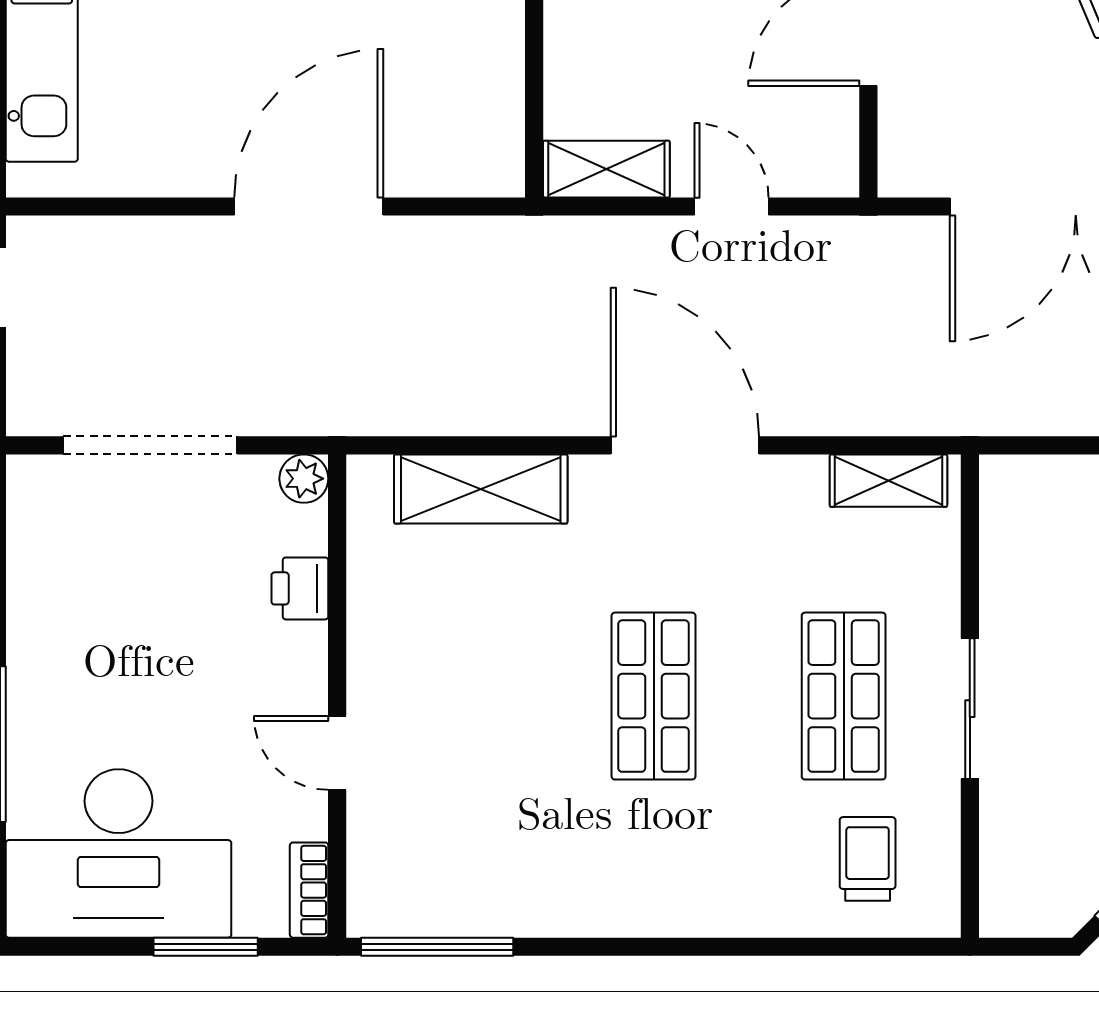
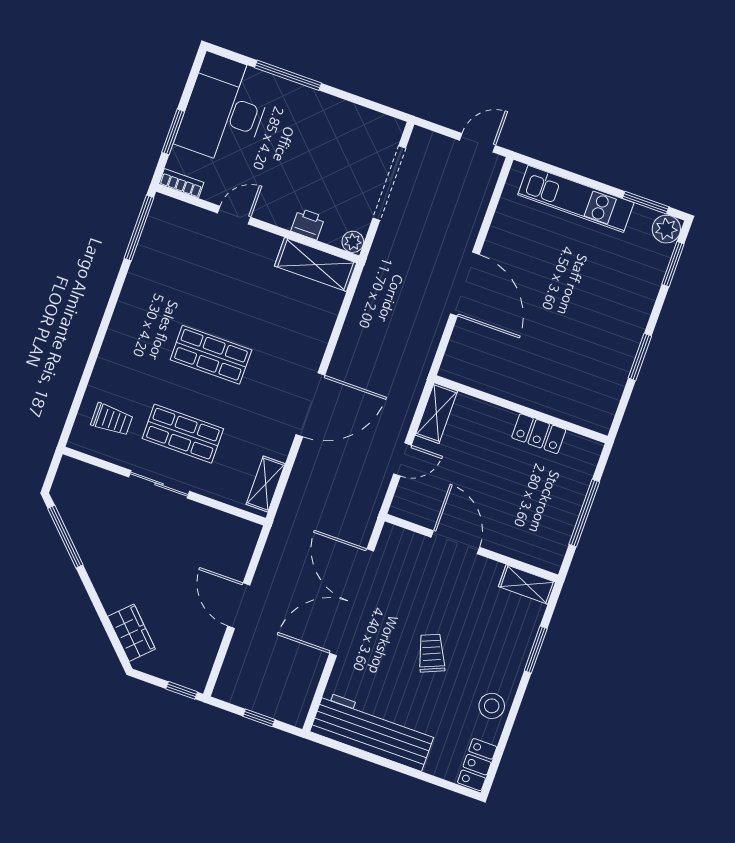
shelving: (481, 489) -> (316, 265), moved, turned 90

